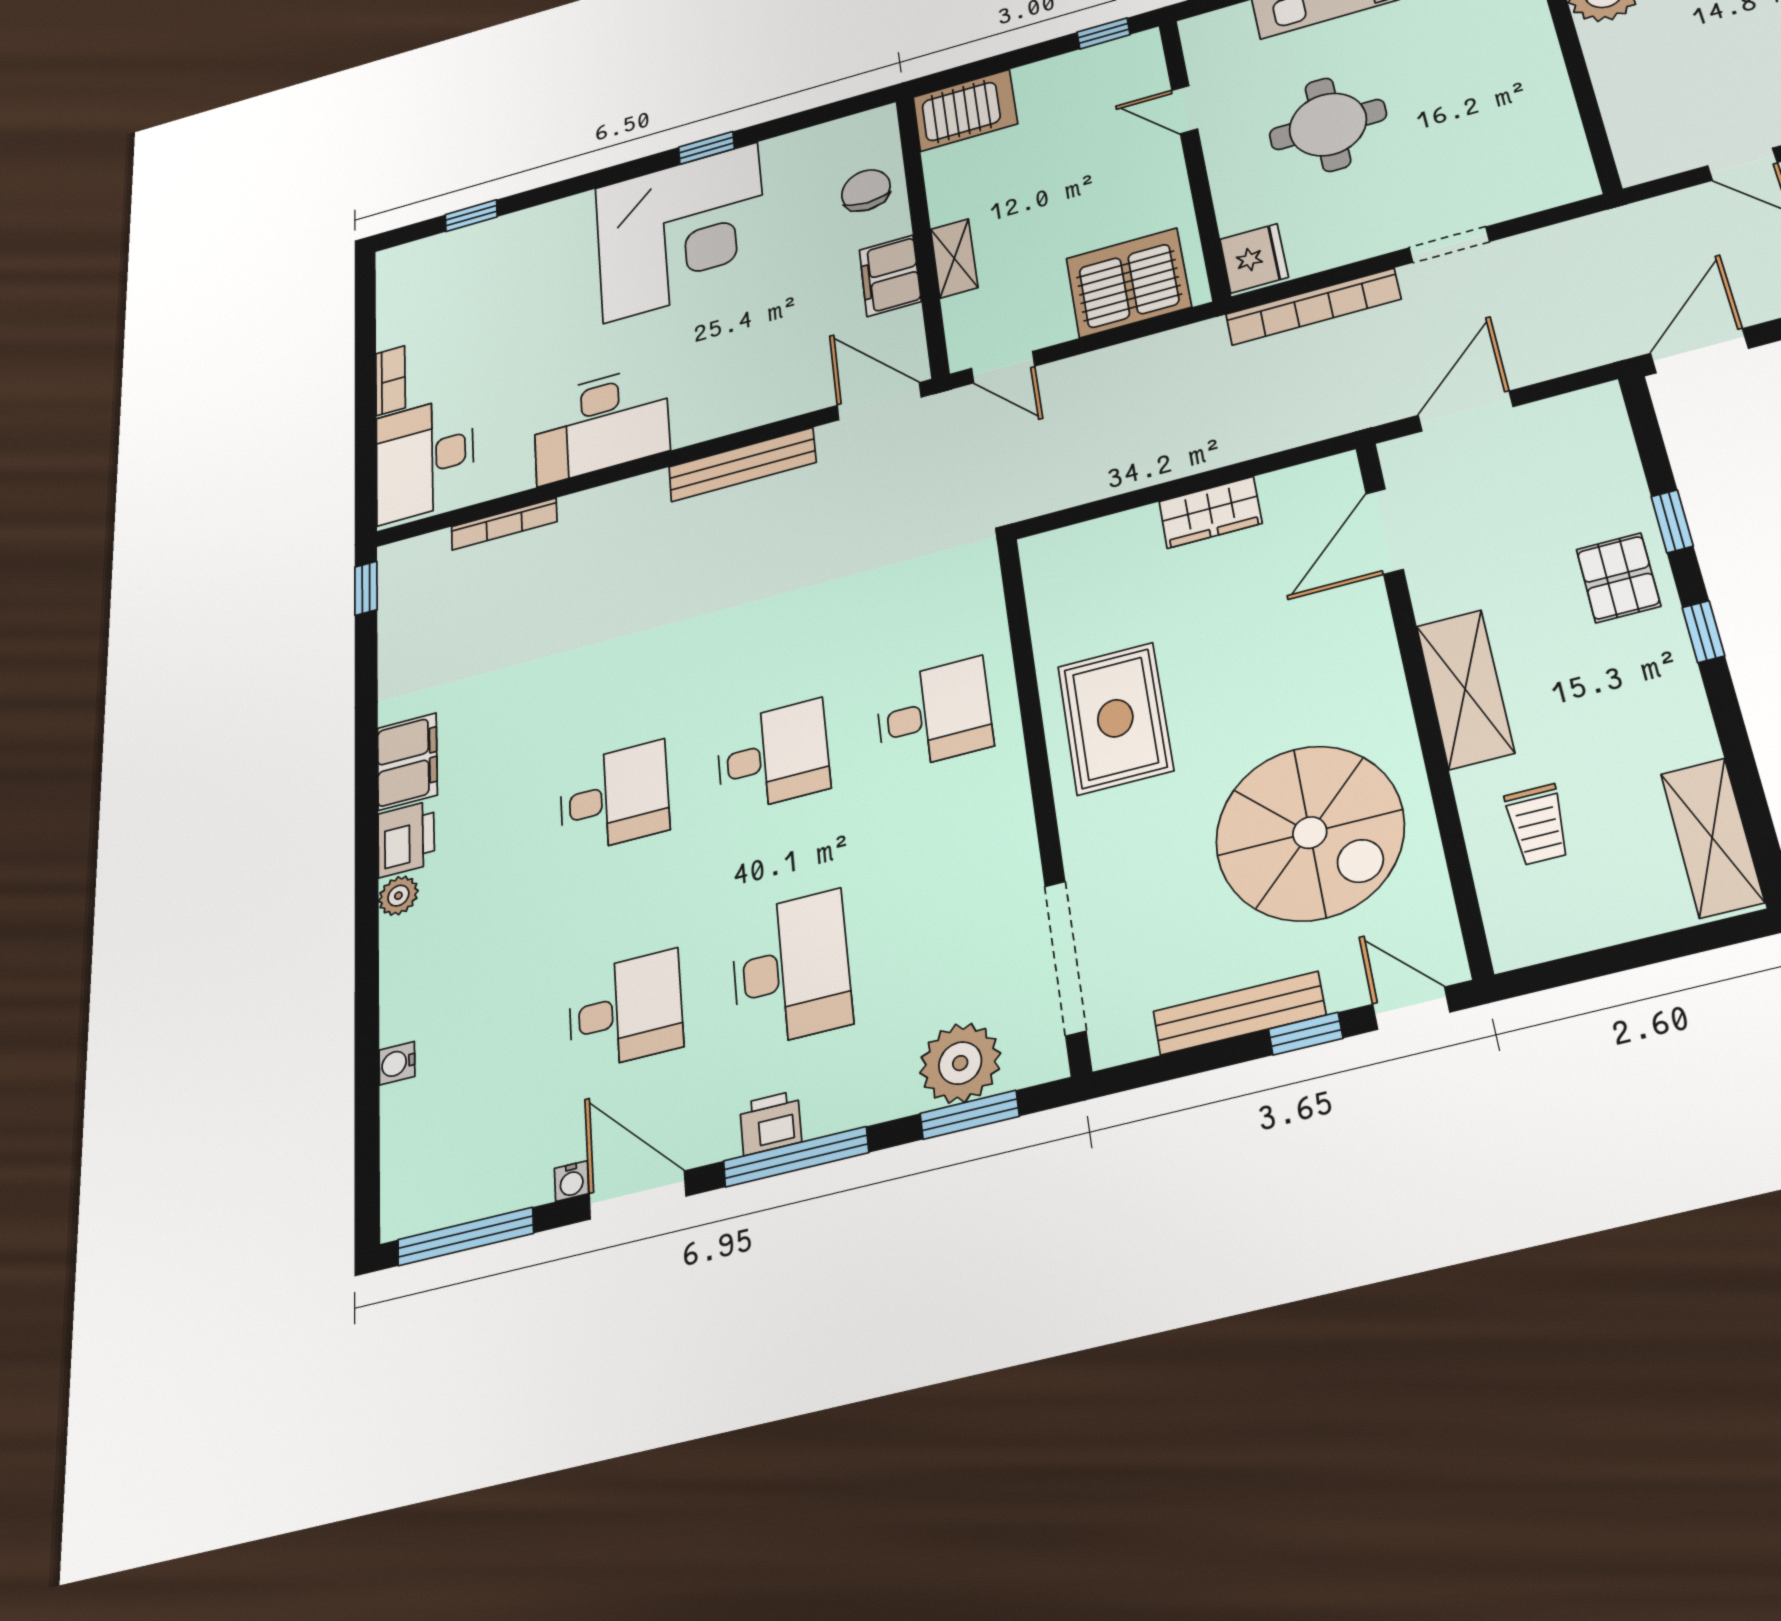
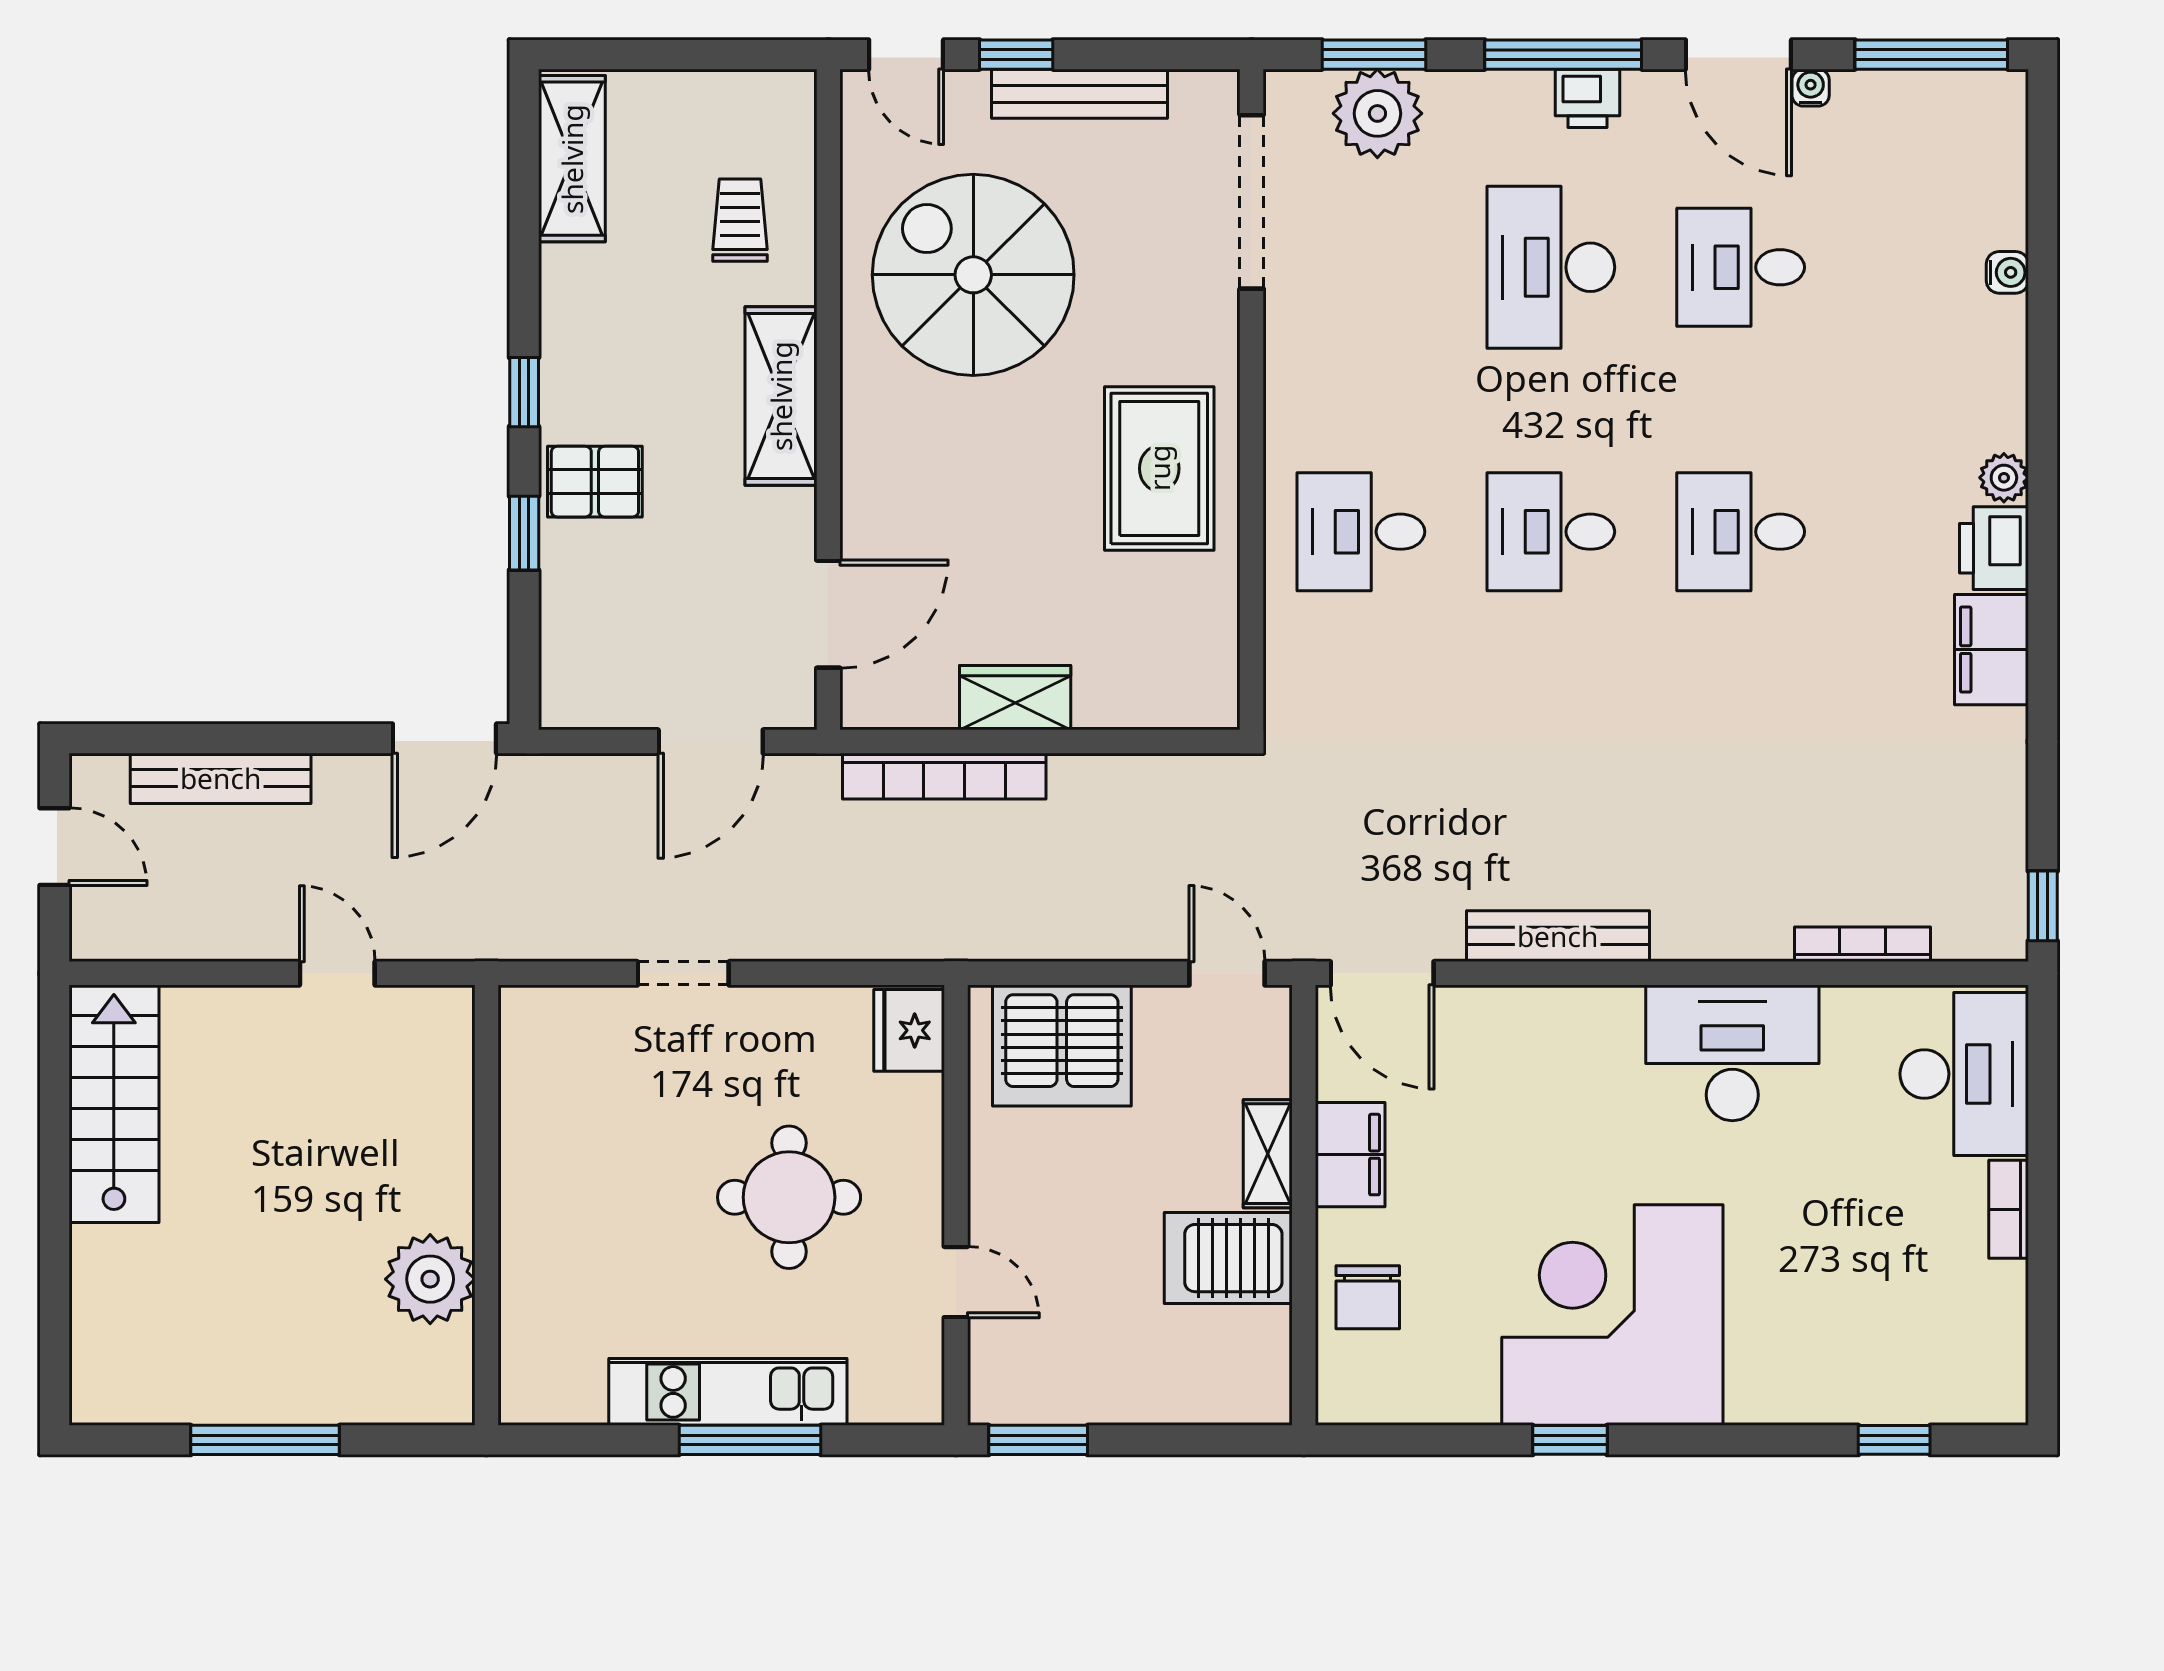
window: (1103, 33) -> (1038, 1440), width x1.50
server rack: (965, 110) -> (1228, 1258), moved
bookcase: (1313, 307) -> (944, 776), moved, turned 180
pallet: (1618, 578) -> (595, 482), turned 90

